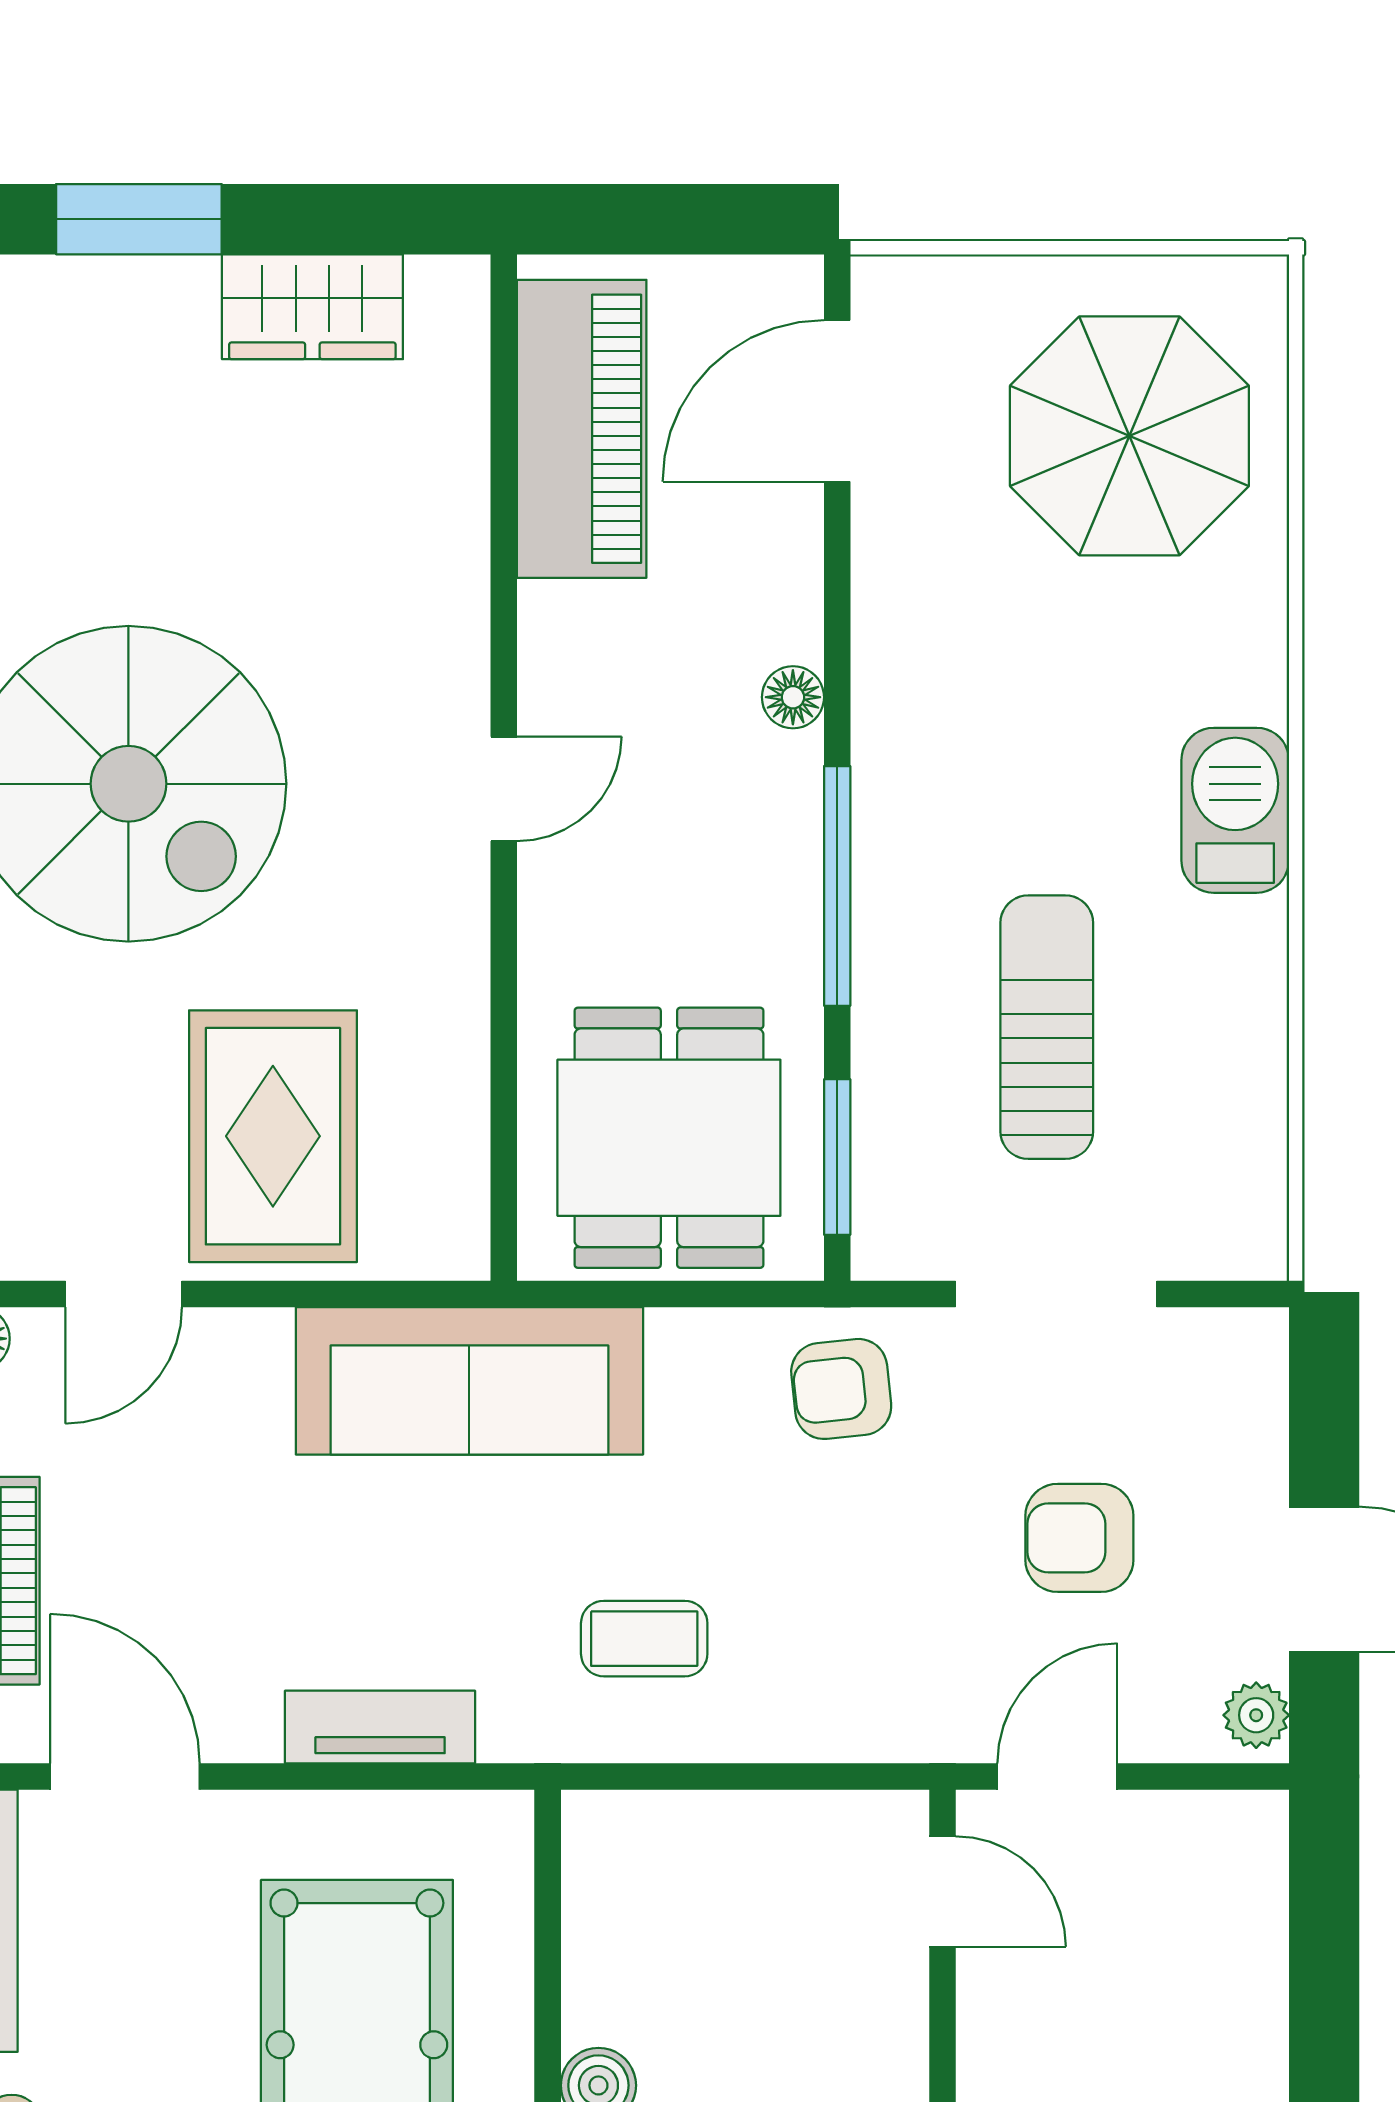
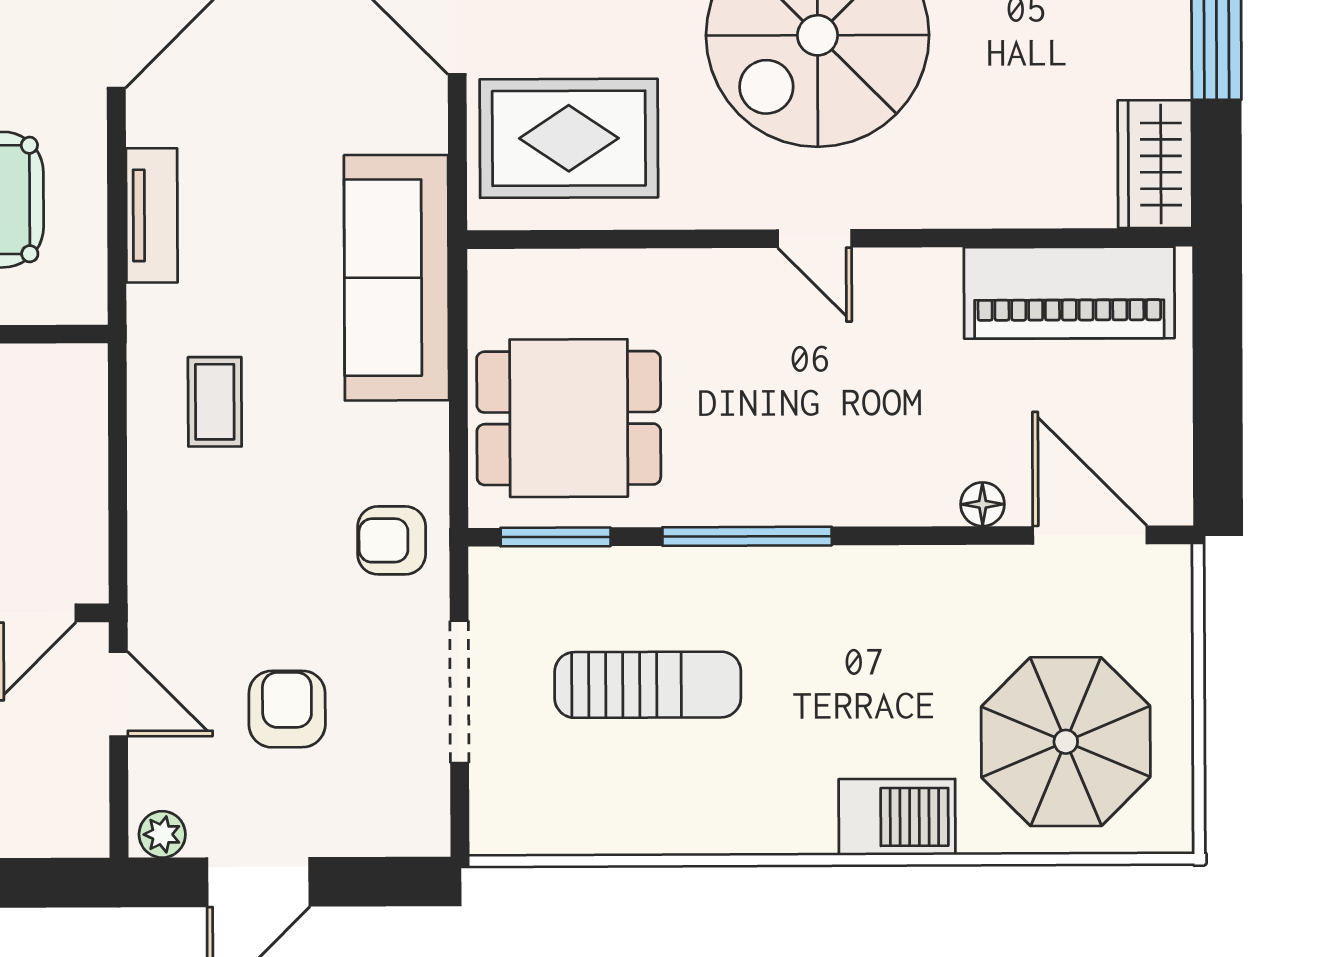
piano: (582, 429) -> (1069, 293), moved
floor lamp: (793, 697) -> (983, 504), moved
wall: (504, 768) -> (830, 238), moved
door: (504, 789) -> (815, 239), moved
barbecue: (1235, 810) -> (897, 817), moved
armchair: (841, 1389) -> (392, 540), turned -84

